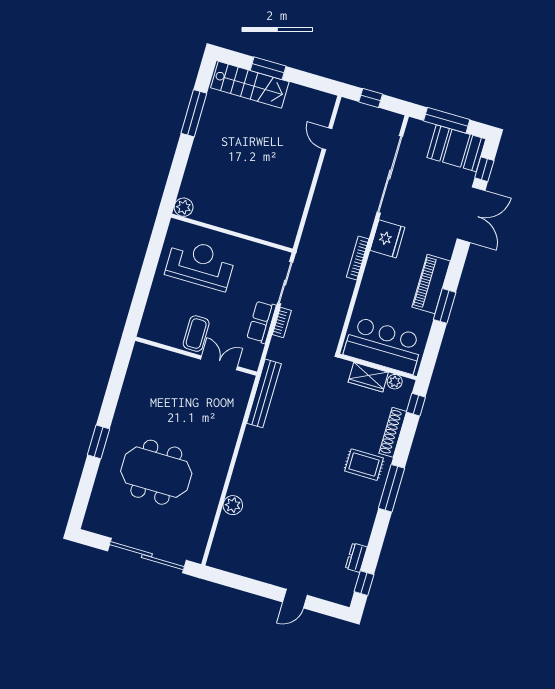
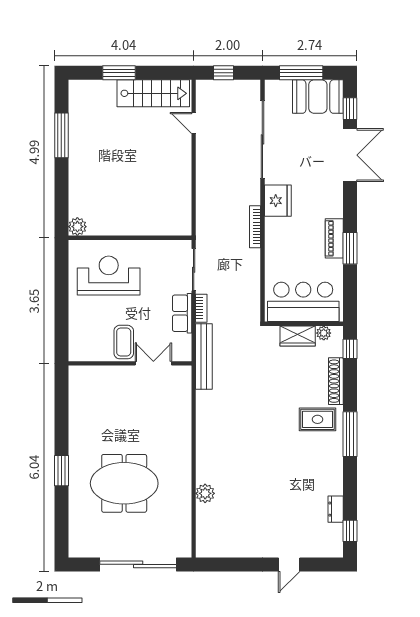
stairs: (250, 85) -> (153, 93), moved
piano: (431, 284) -> (334, 238), width x0.73, depth x0.75
bench: (264, 393) -> (204, 357), moved

